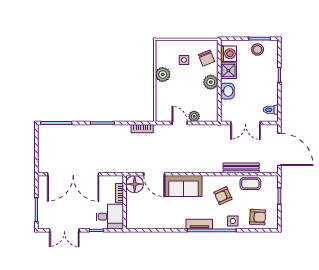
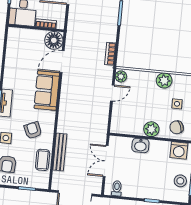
shower: (228, 71) -> (161, 149), removed
plant: (194, 116) -> (121, 76), moved

